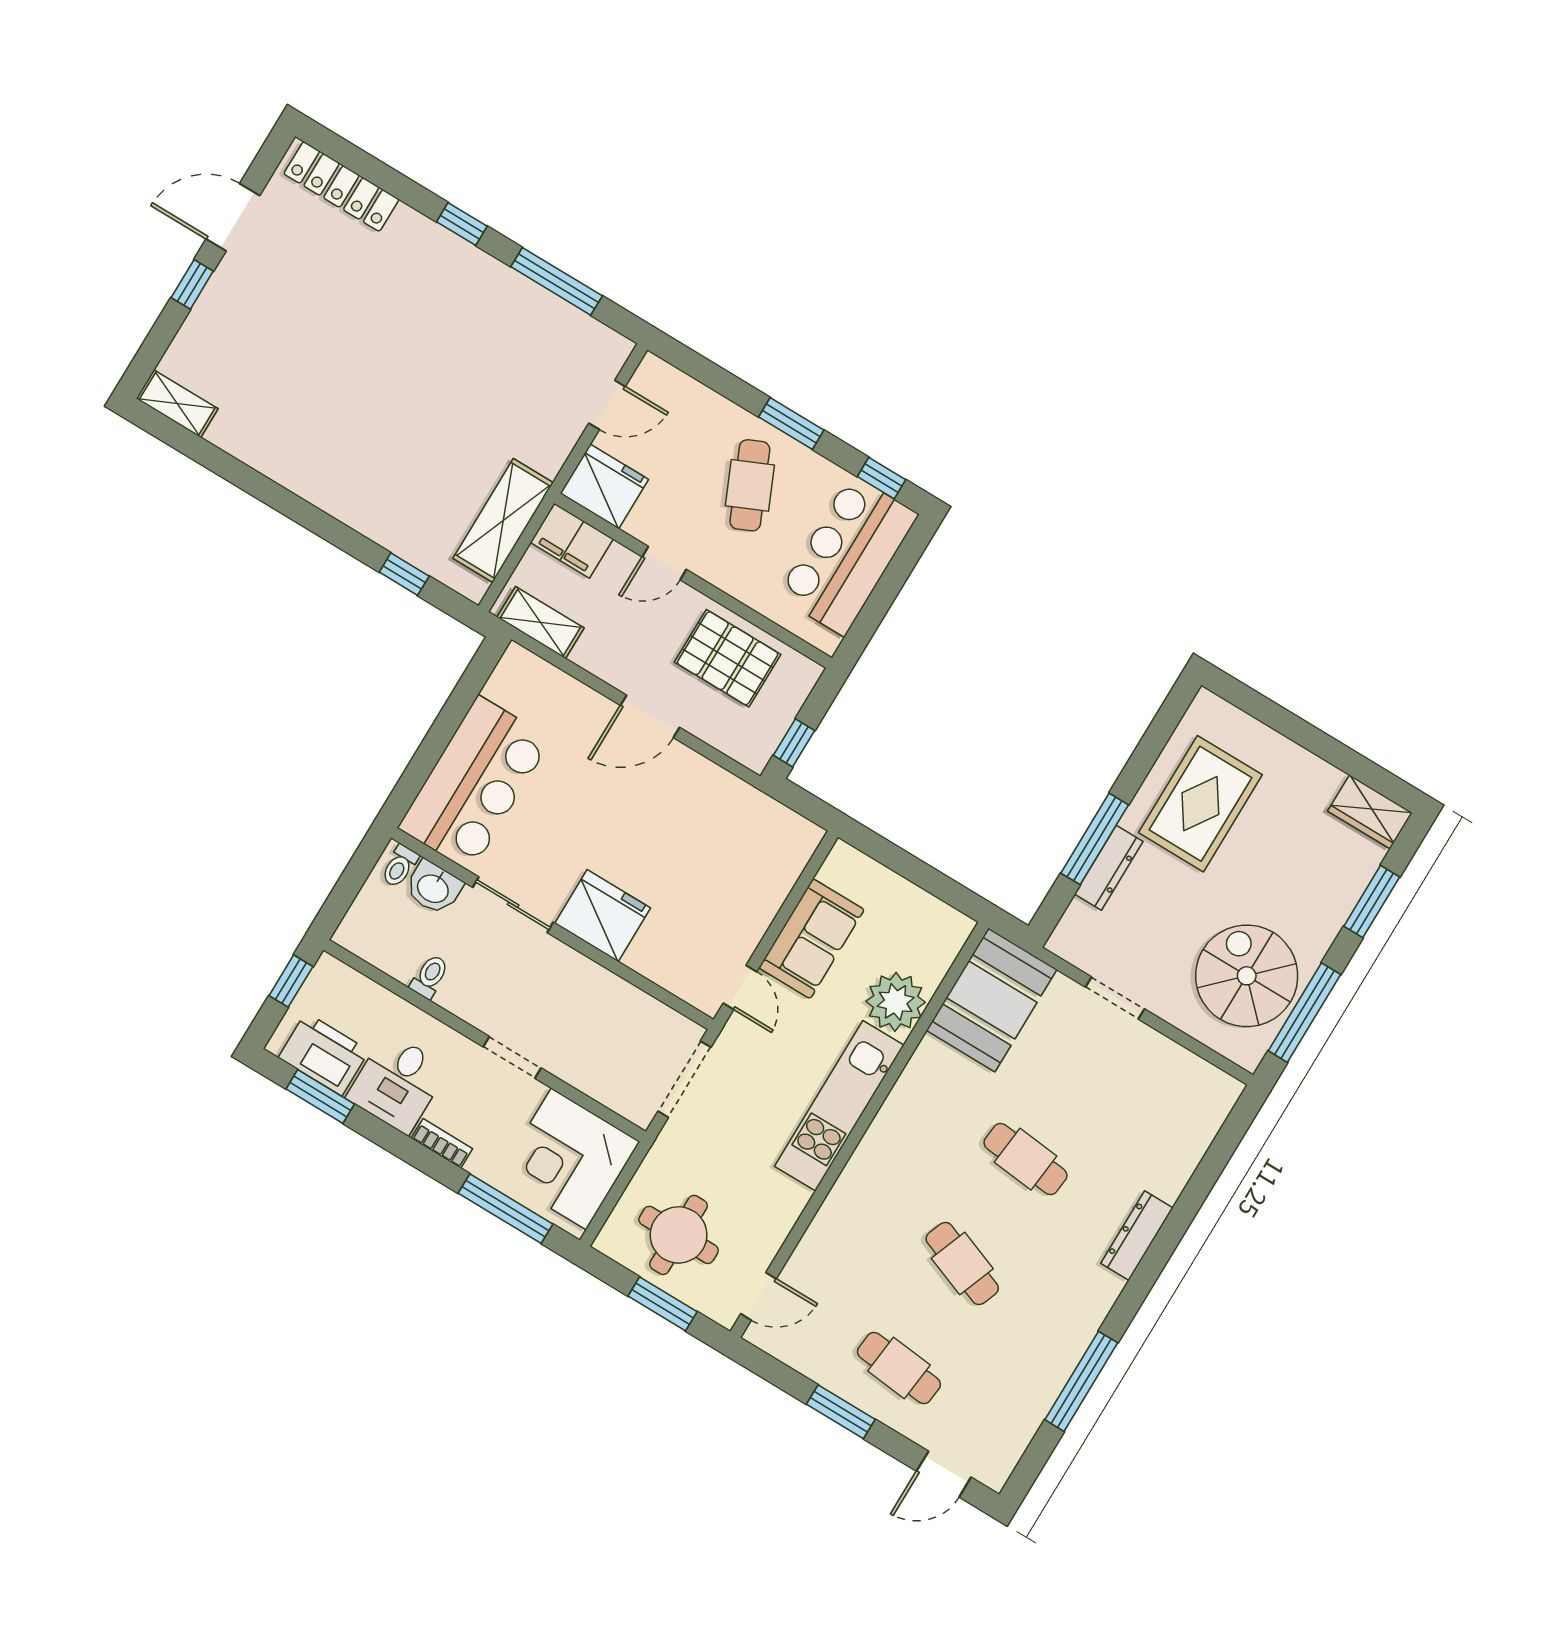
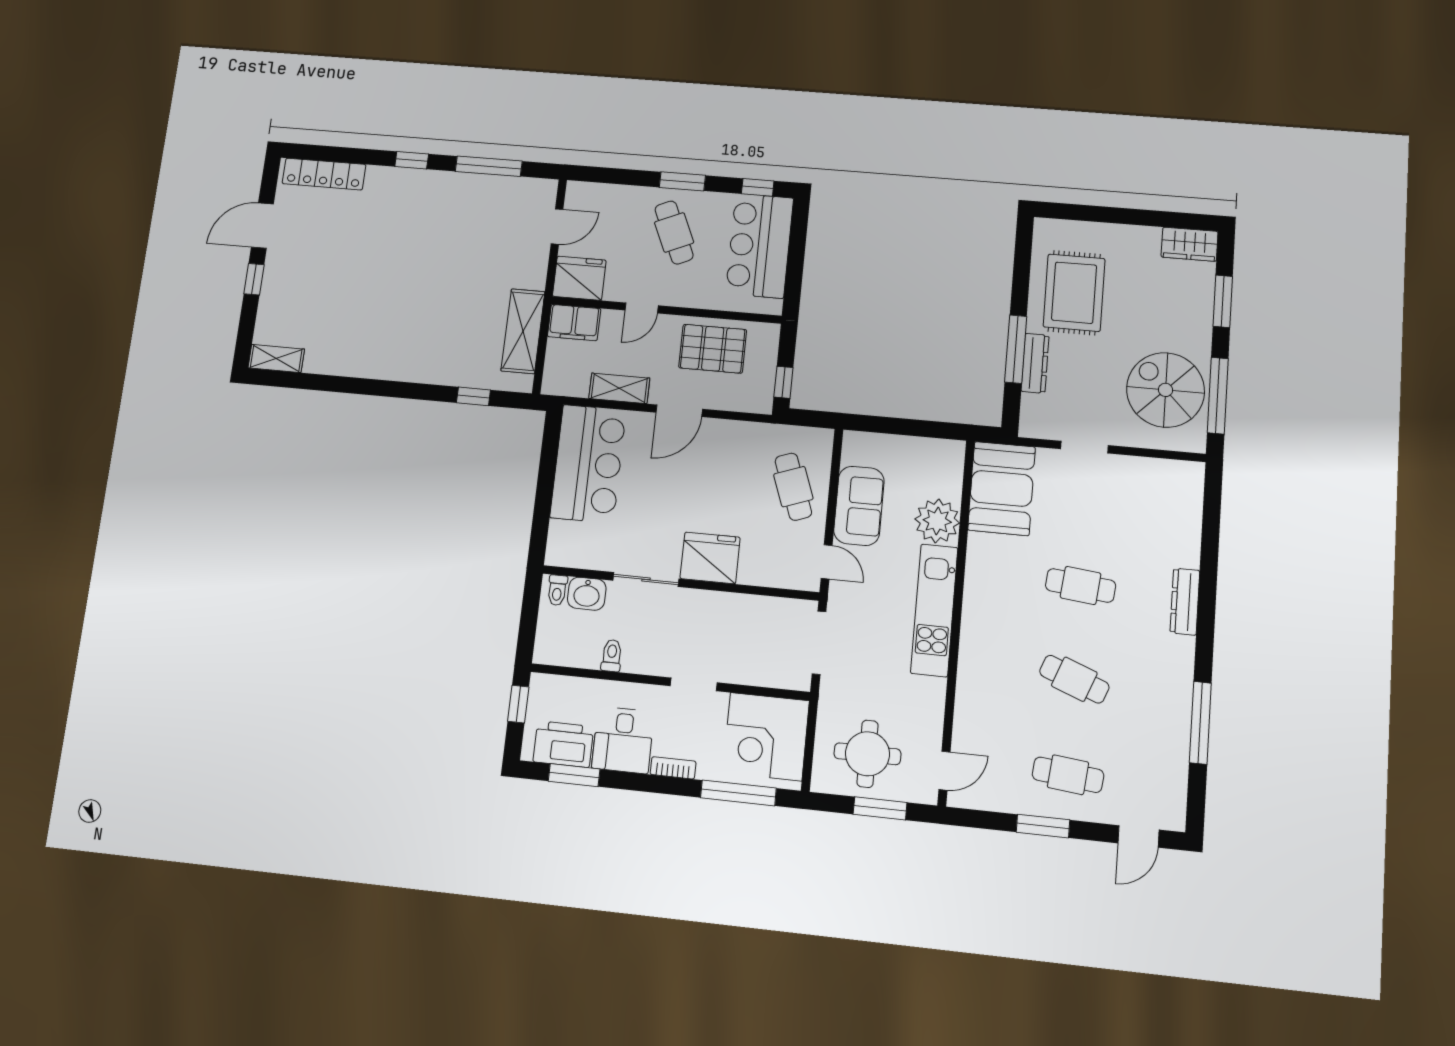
shelving: (540, 622) -> (619, 388), moved
bar counter: (475, 783) -> (588, 464), moved
cafe table: (744, 877) -> (793, 487), added

